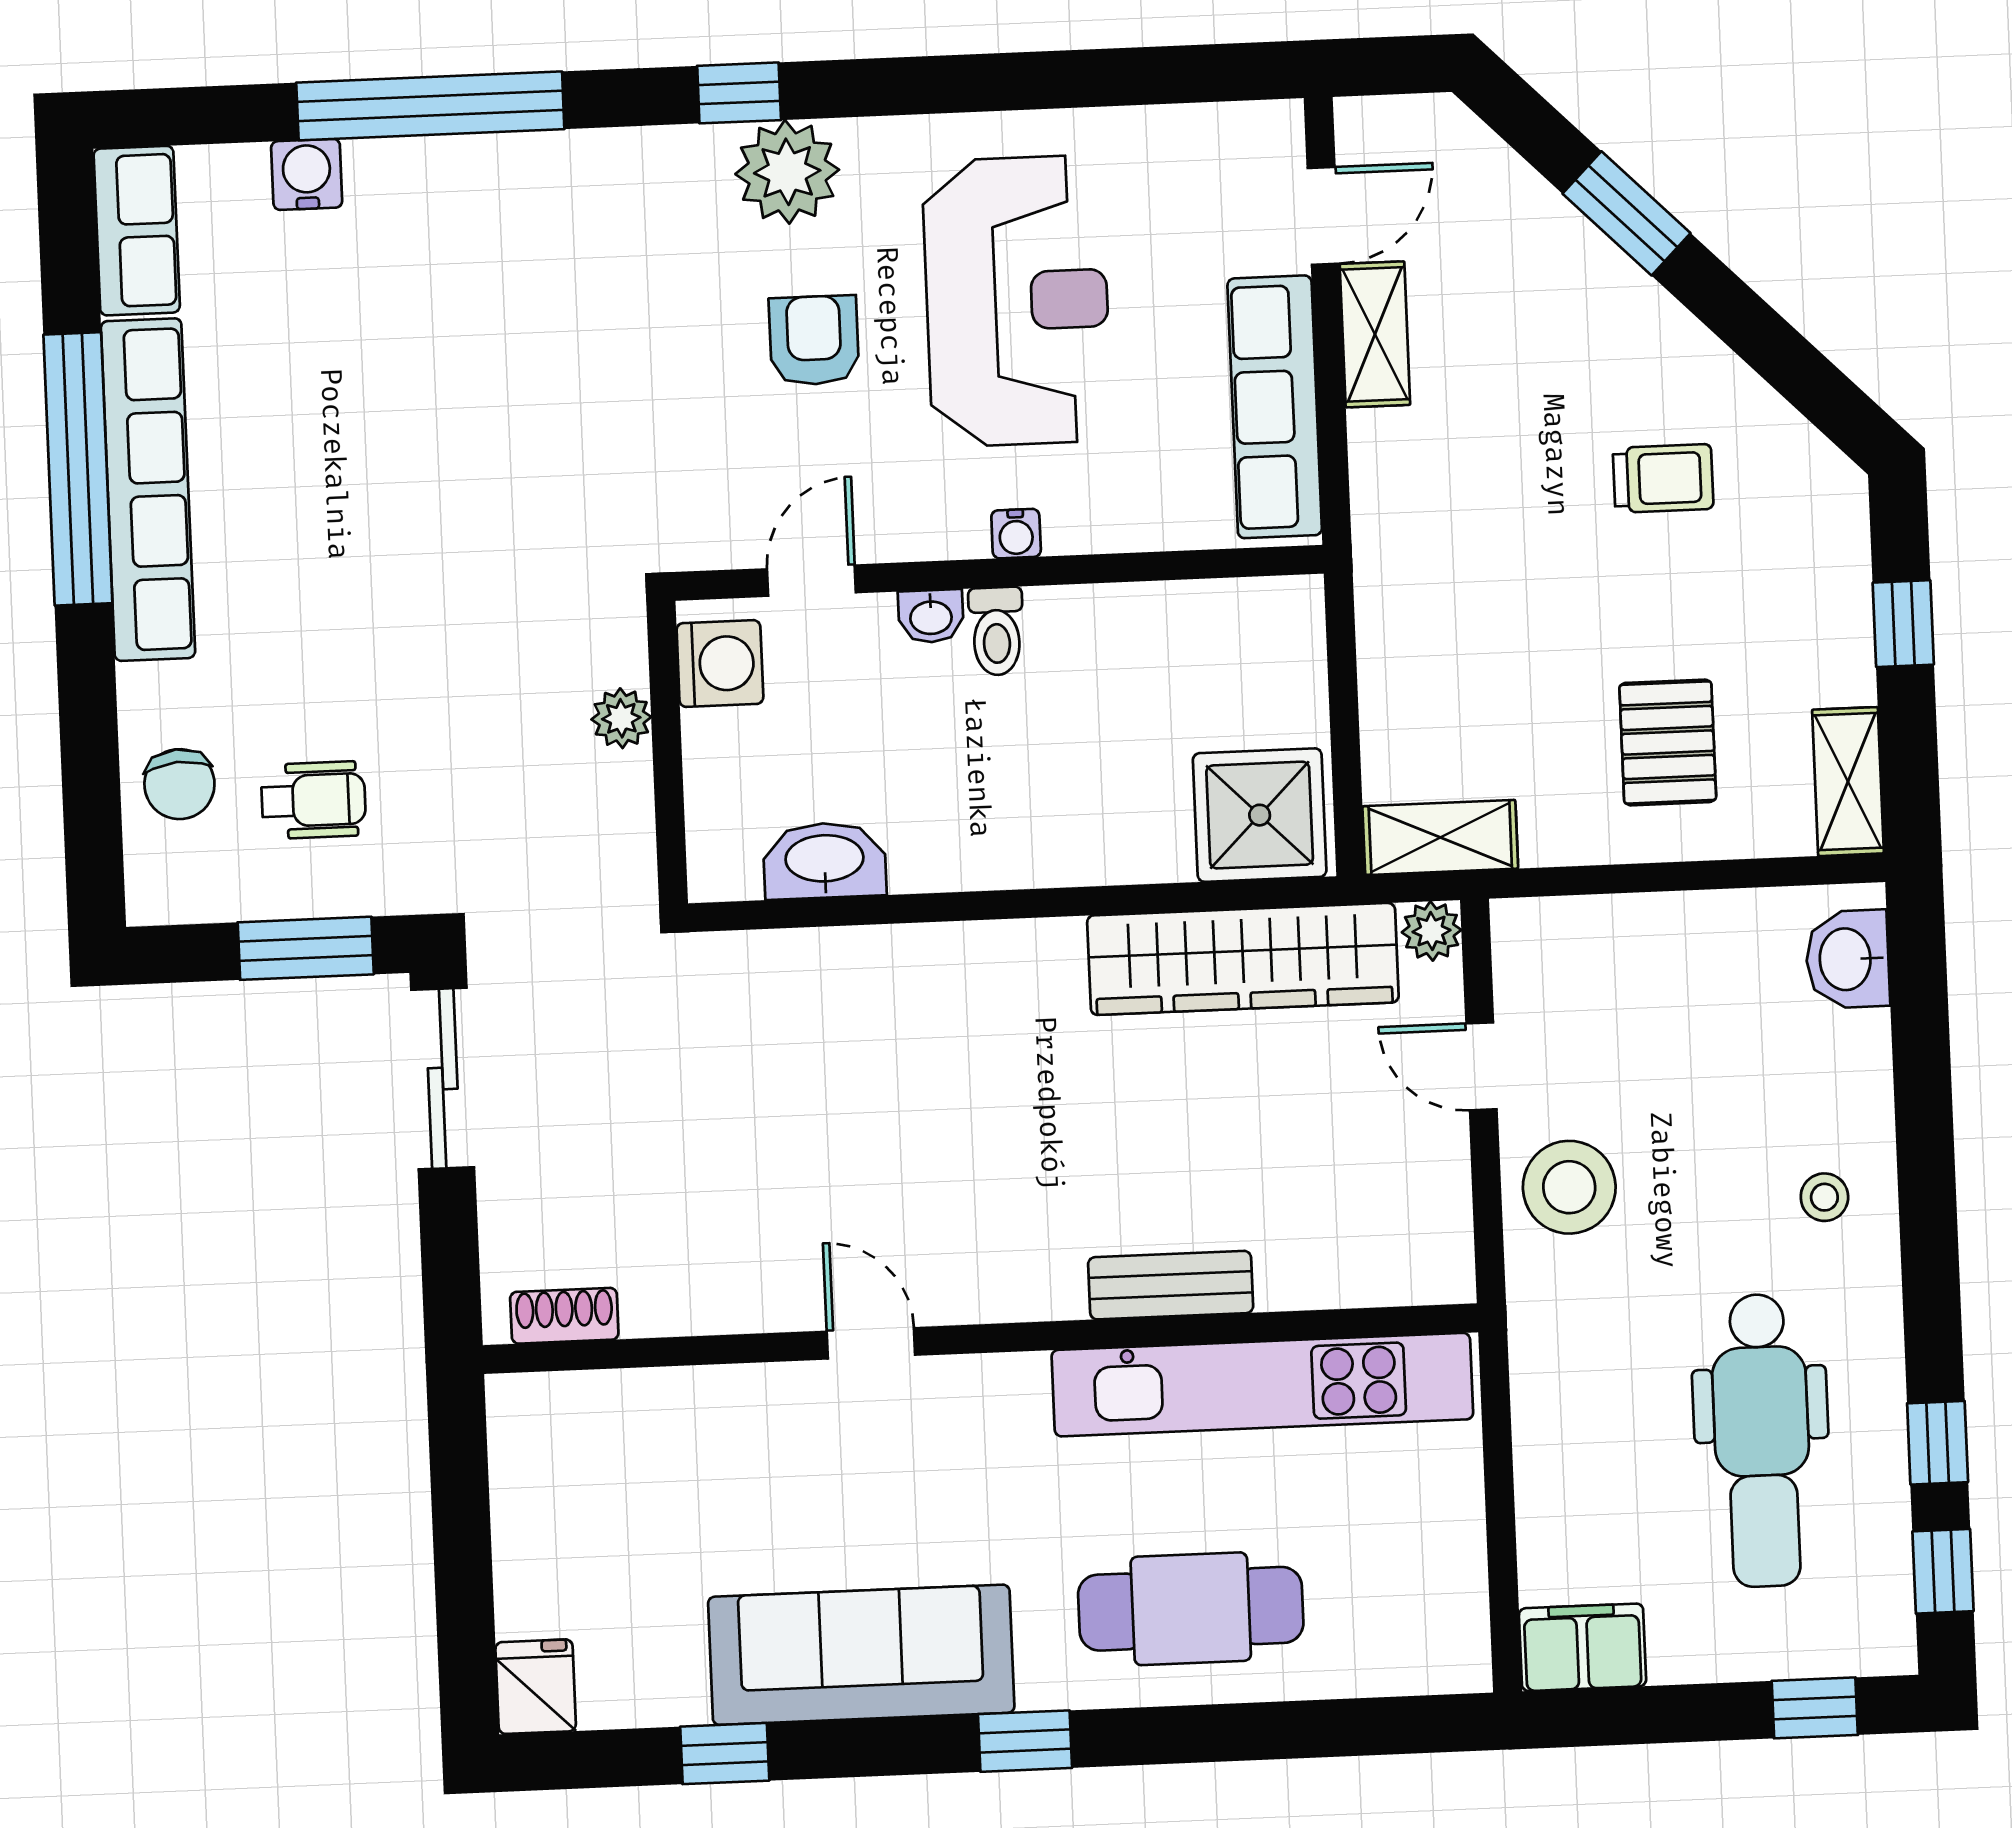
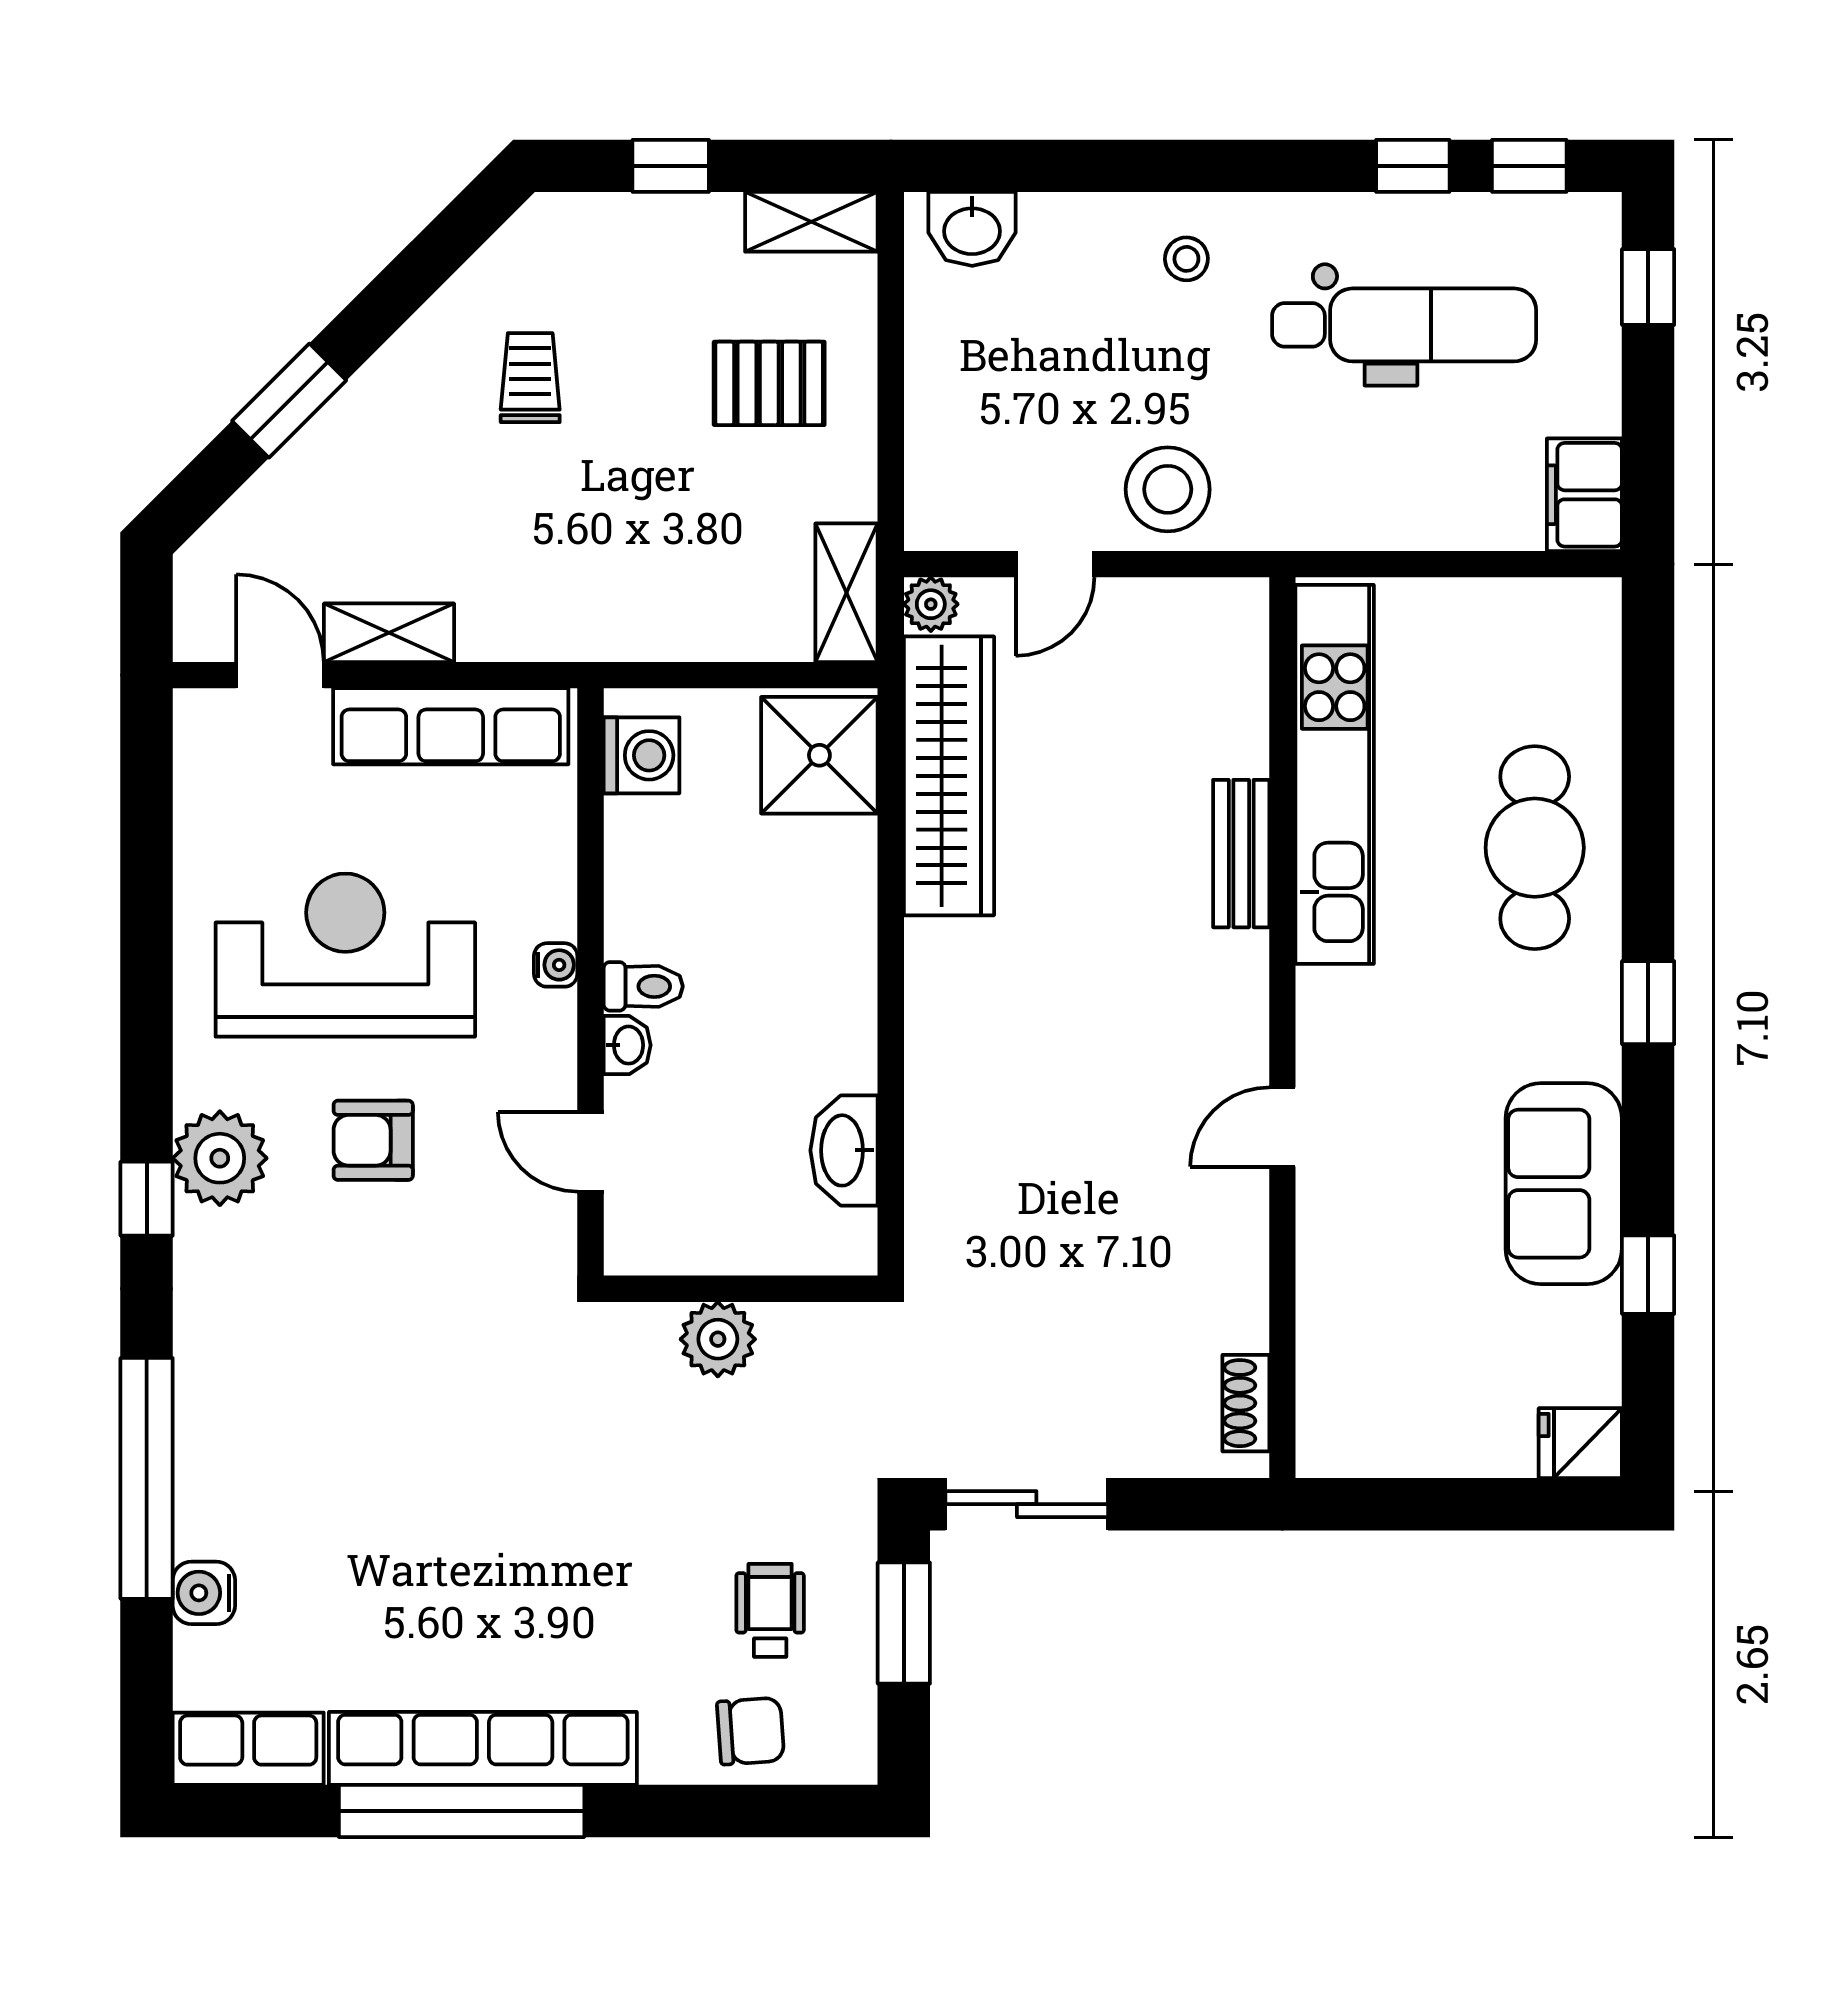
washing machine: (720, 664) -> (642, 755), moved, turned 90
plant: (621, 718) -> (718, 1339), width x1.38, depth x1.38
sofa: (861, 1655) -> (1564, 1184), width x0.73

